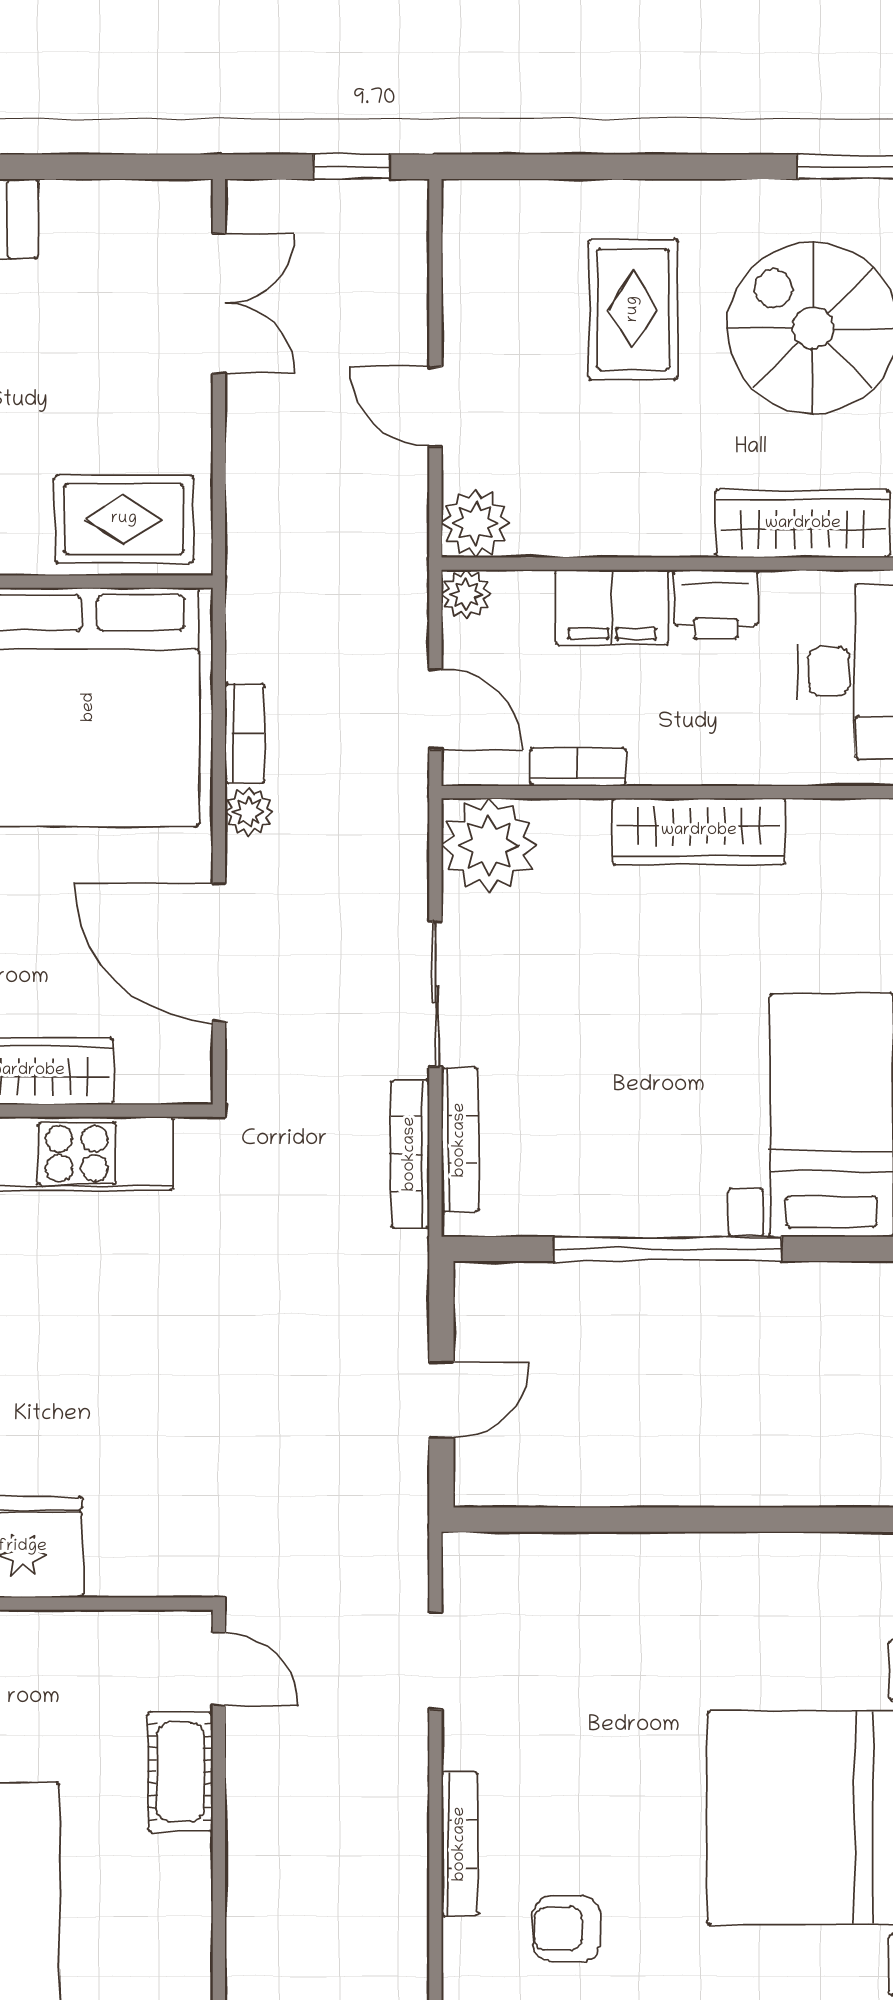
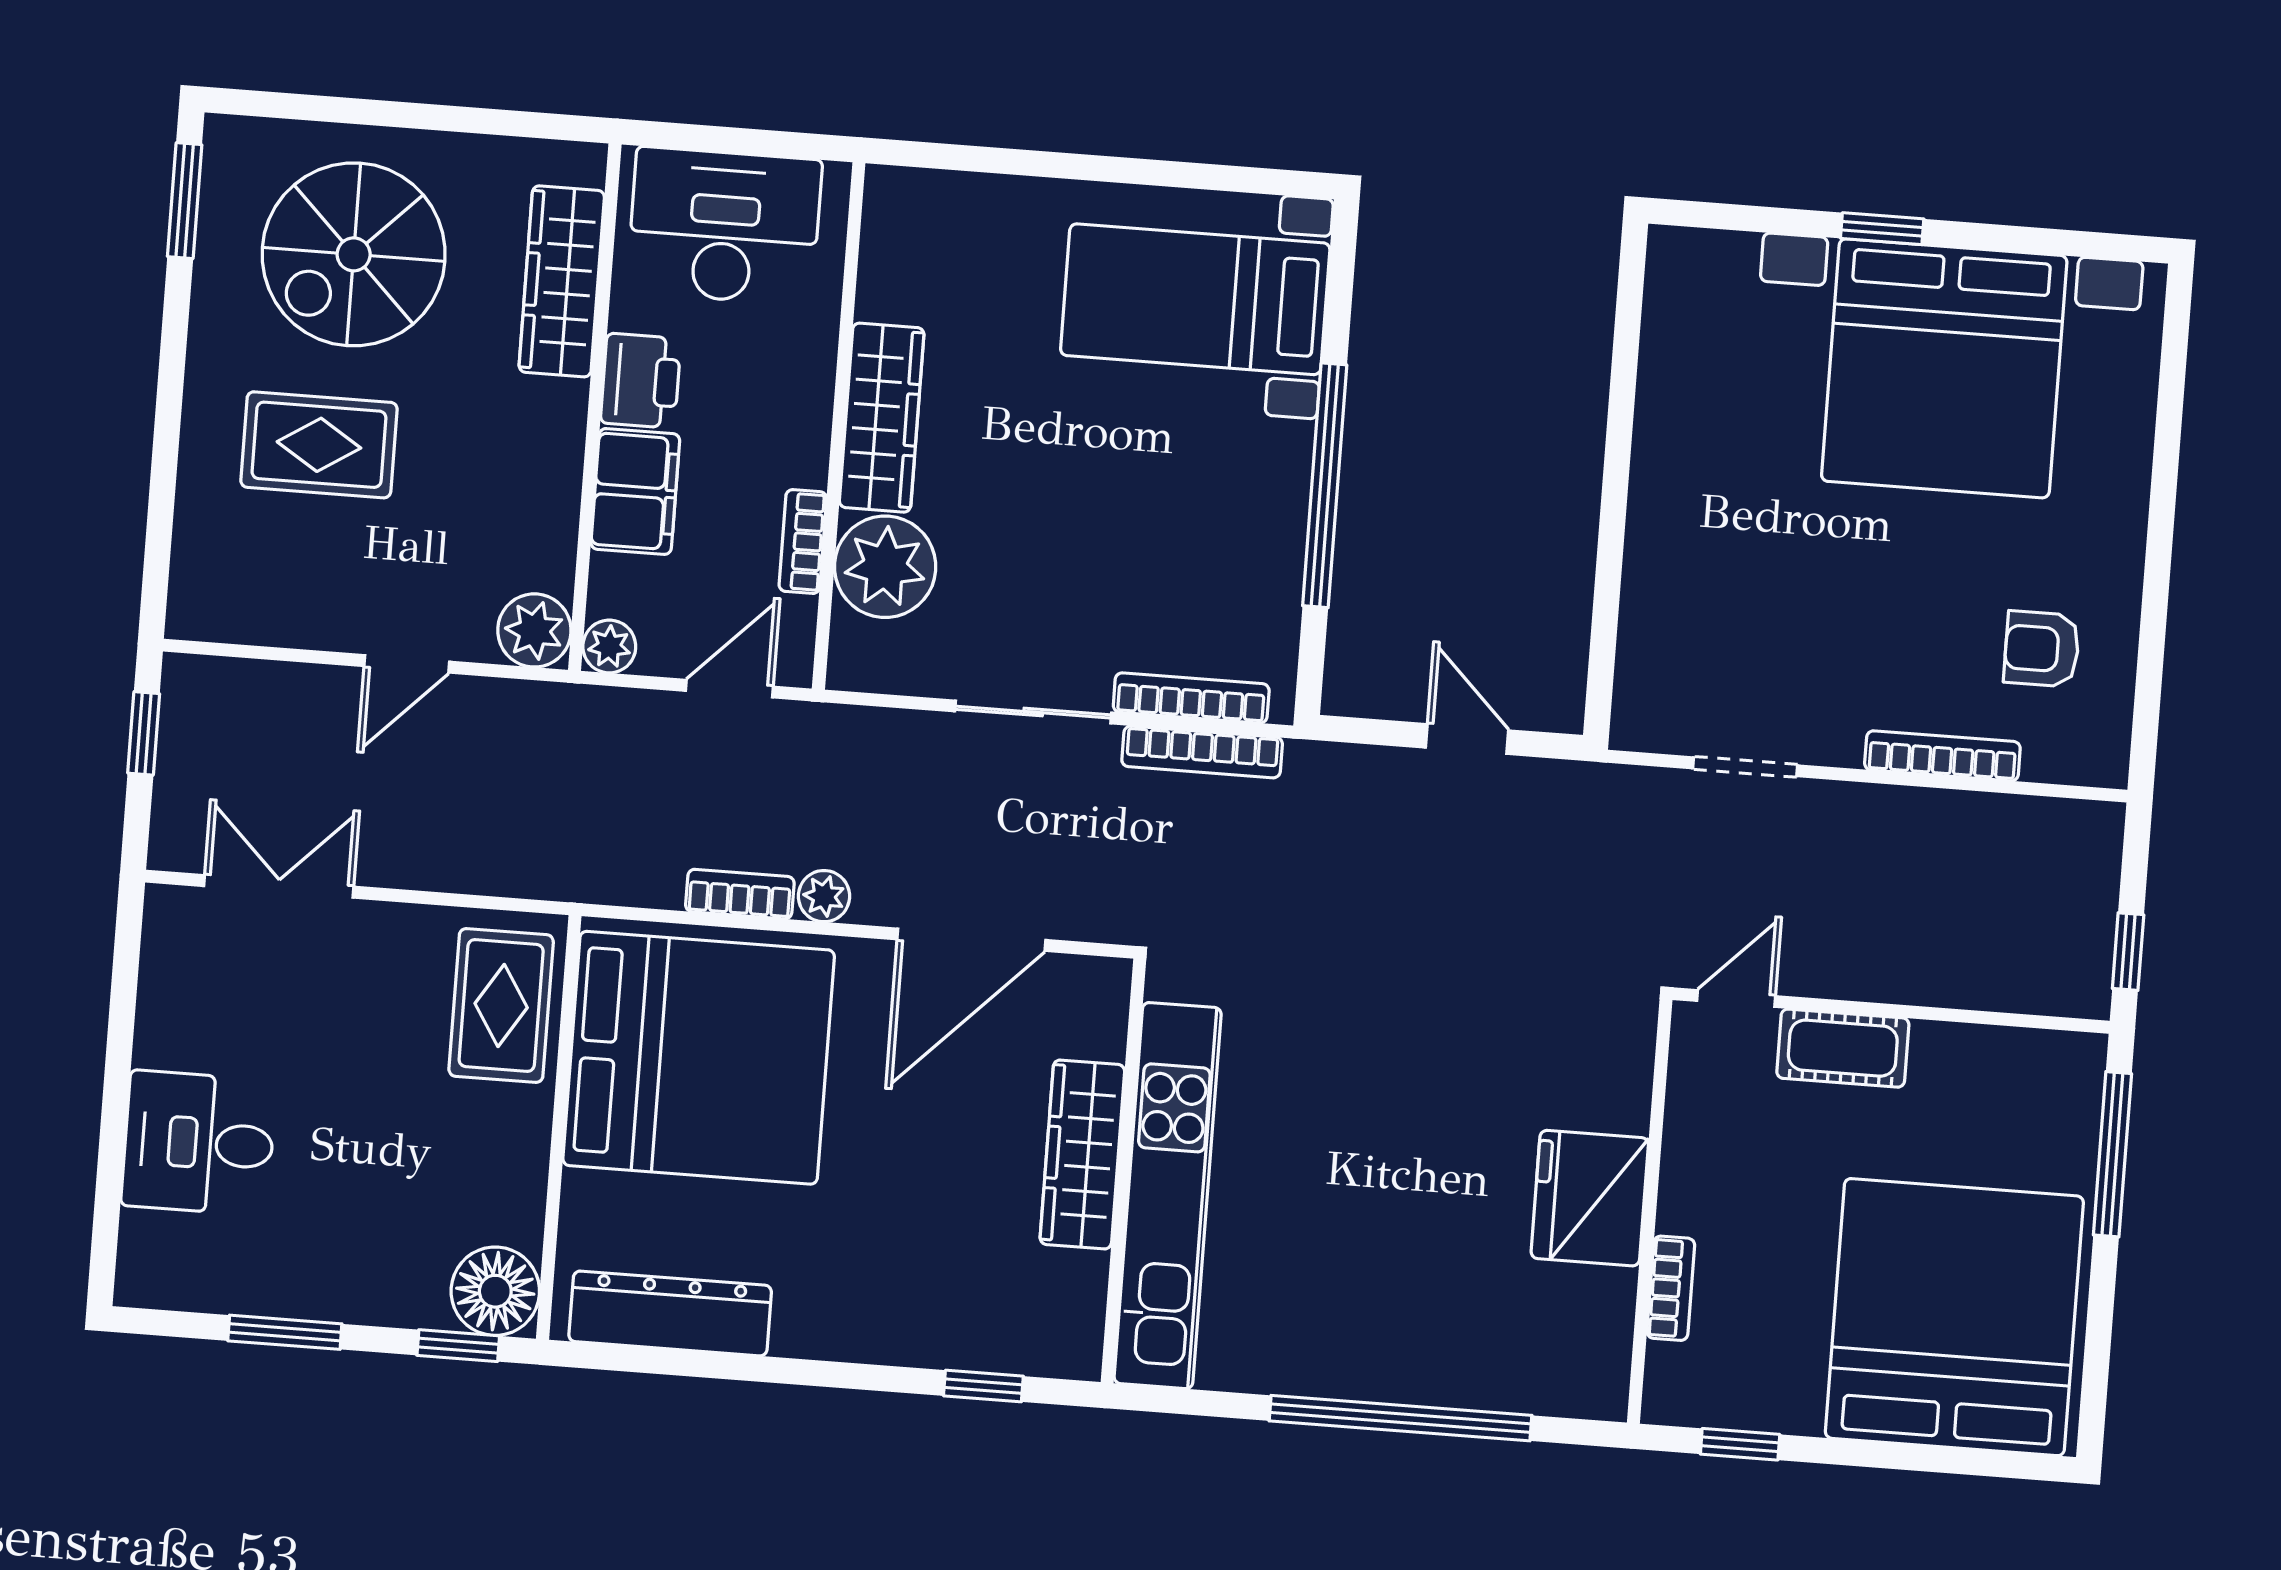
plant: (489, 845) -> (885, 567), moved
armchair: (566, 1929) -> (2042, 649), turned 90

